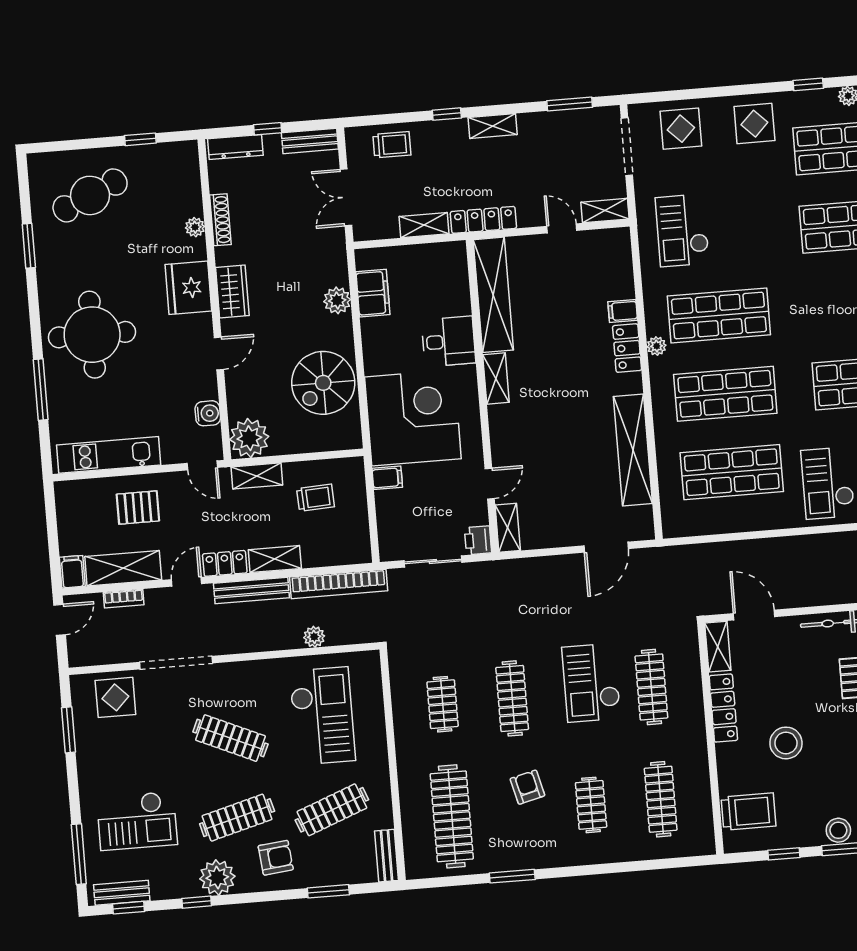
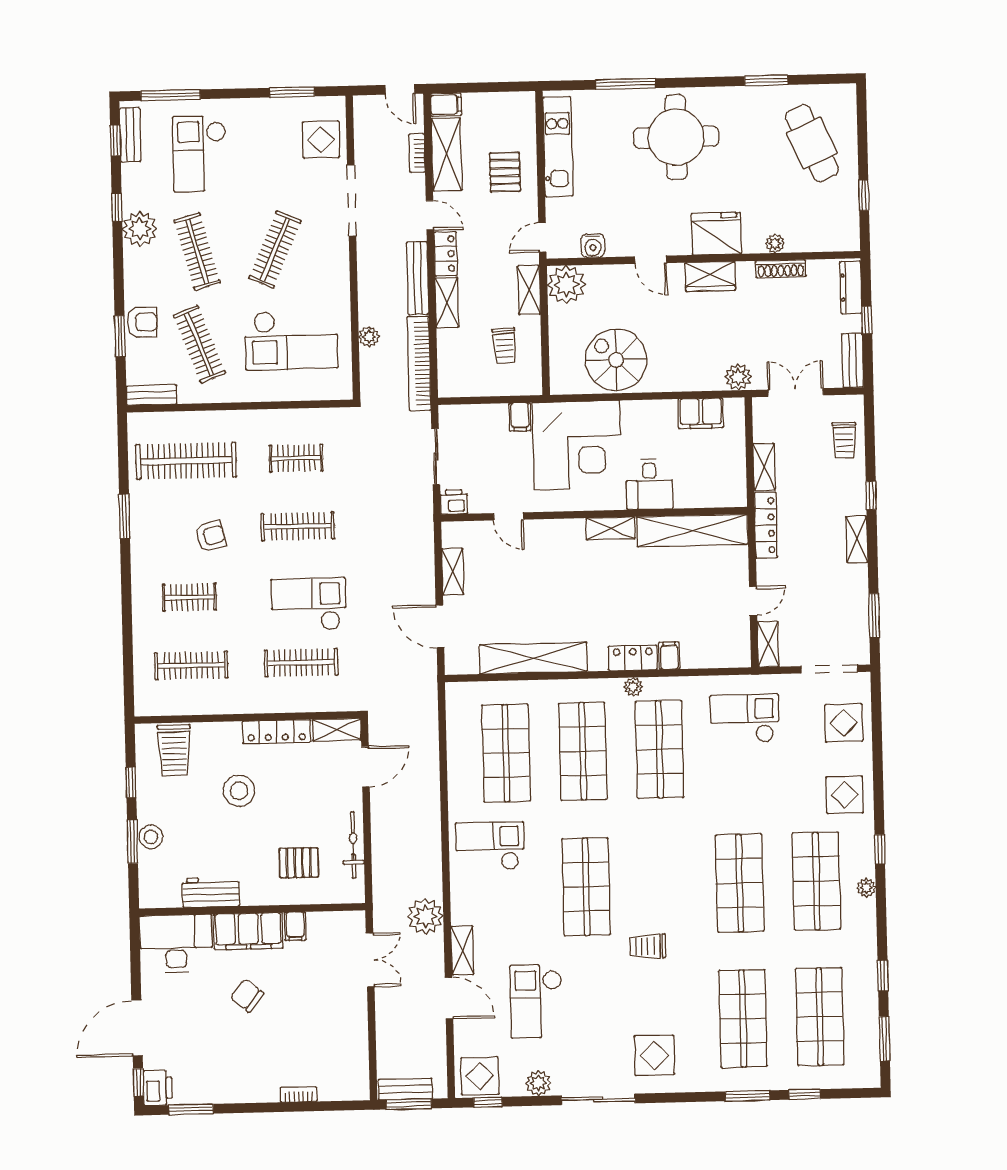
plant: (337, 300) -> (738, 377), moved
shelving: (508, 528) -> (453, 572), moved, turned 90
armchair: (276, 858) -> (142, 322), moved, turned -84

